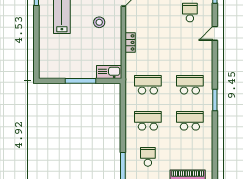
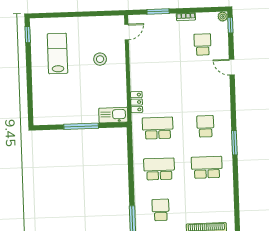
door: (215, 33) -> (232, 67), hinge flipped
locker: (130, 42) -> (137, 102), moved
school desk: (190, 85) -> (205, 126), width x0.54

